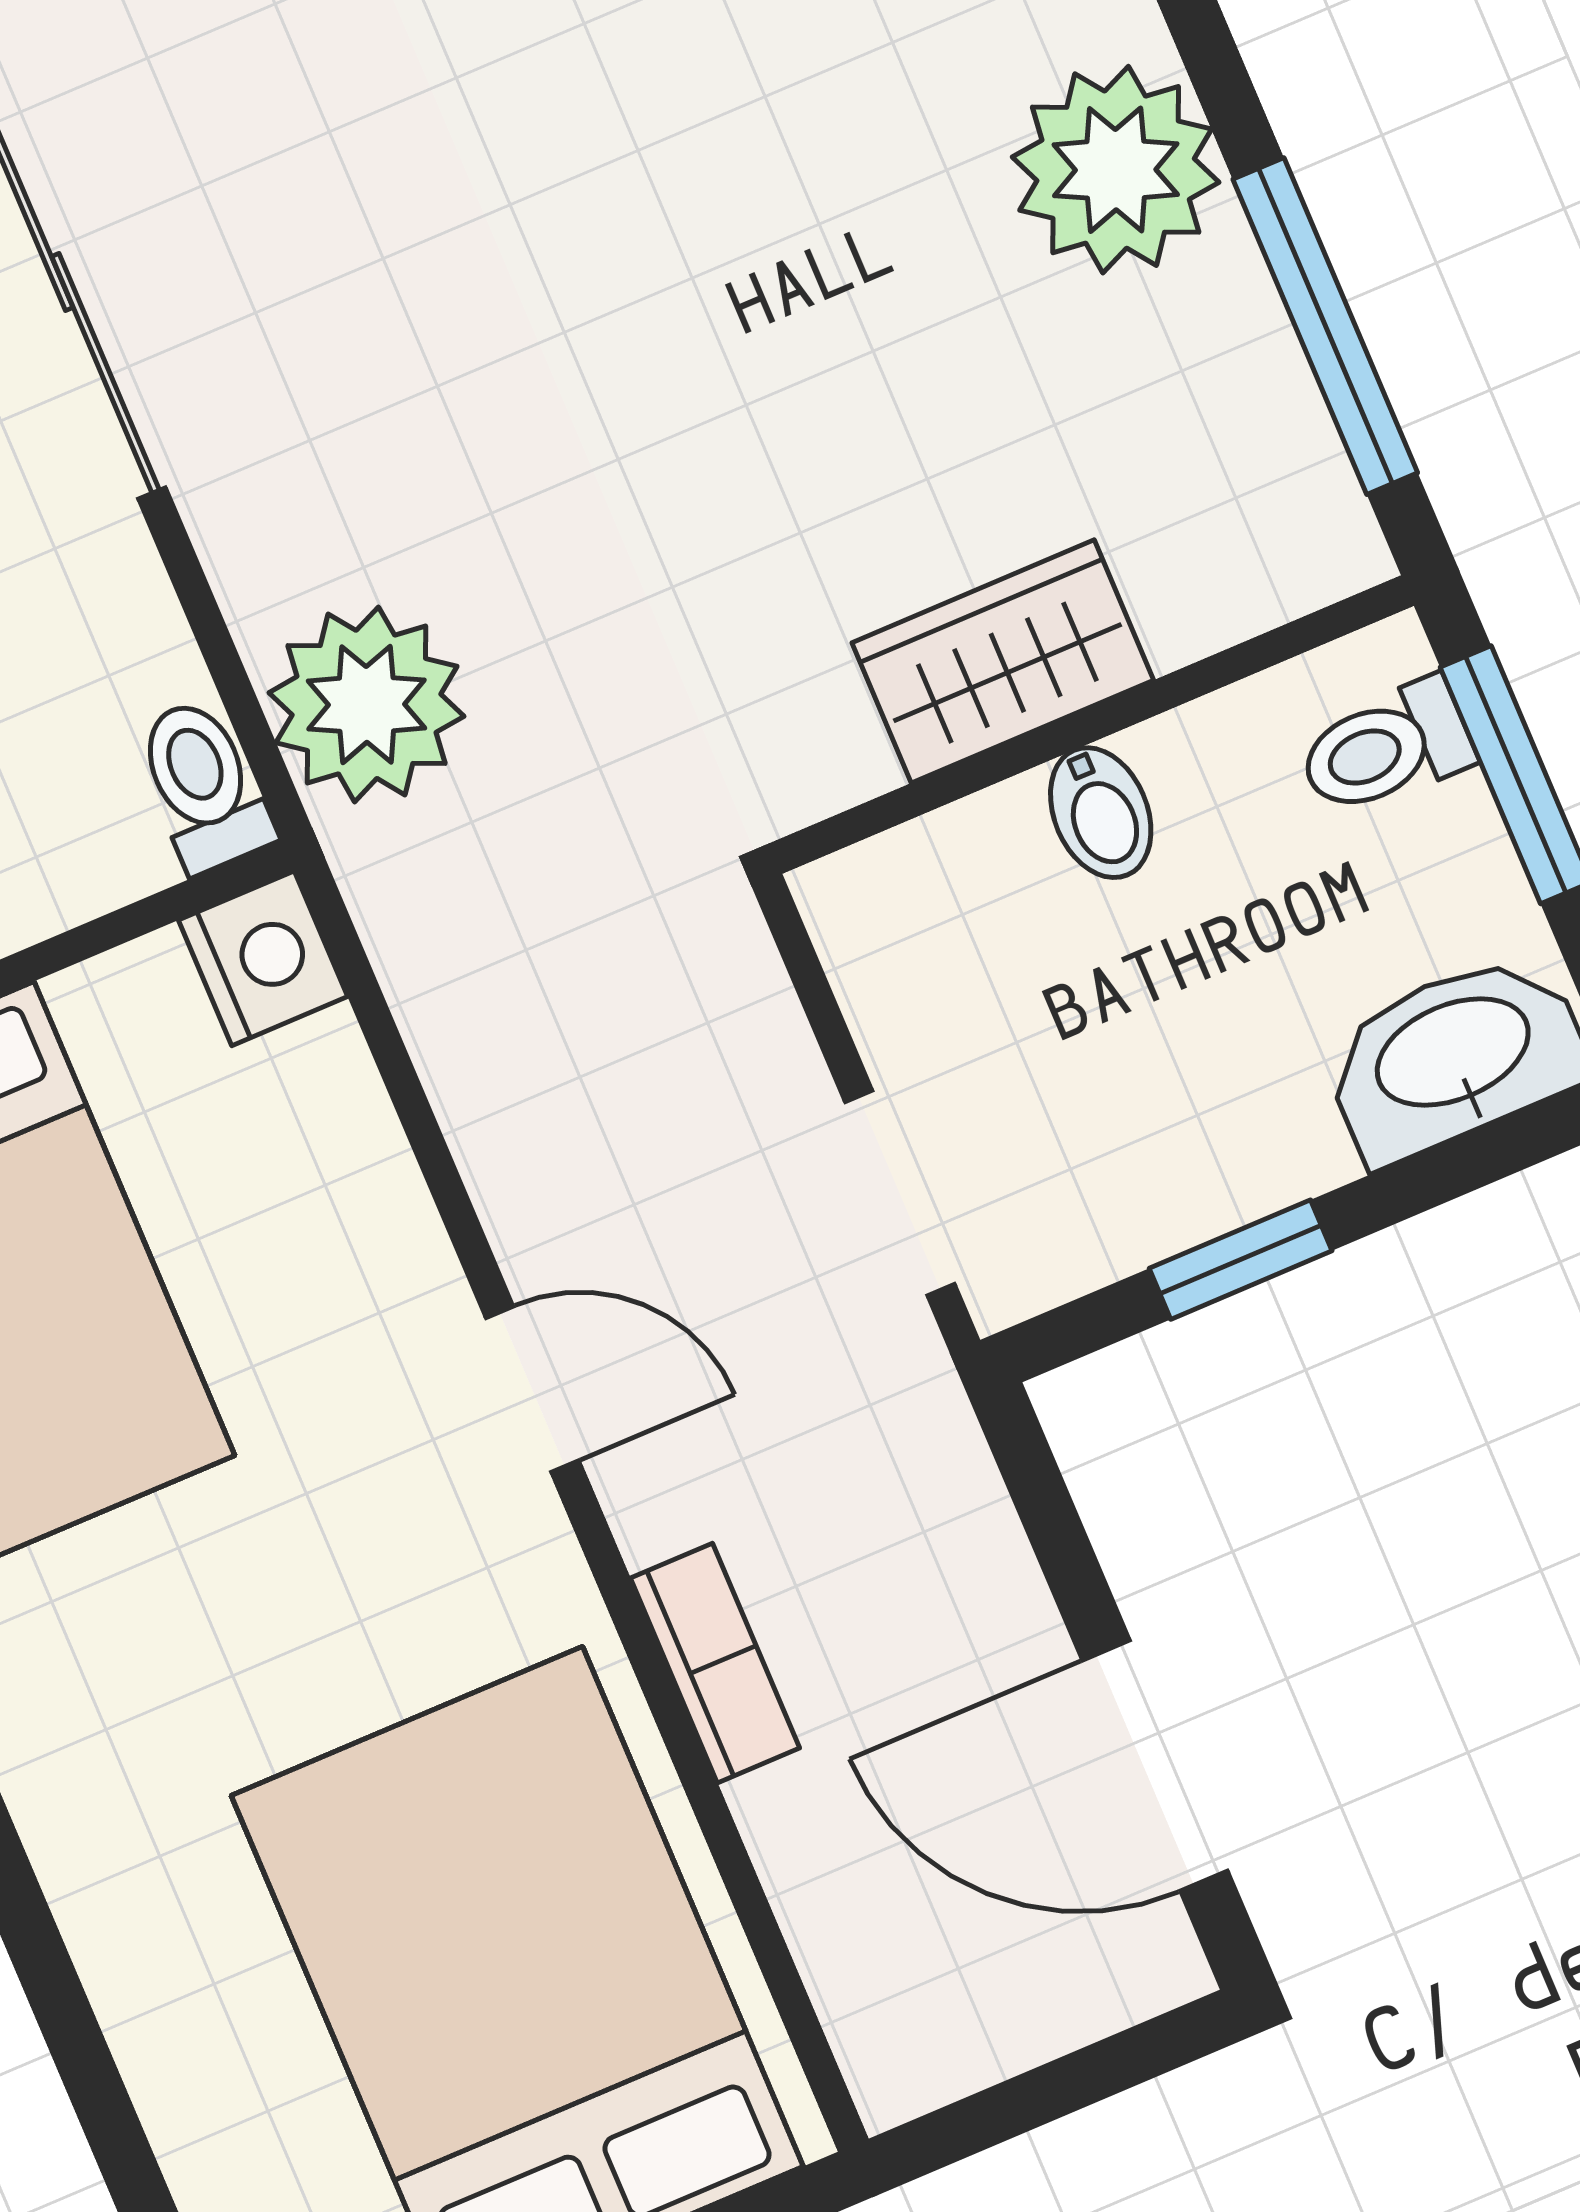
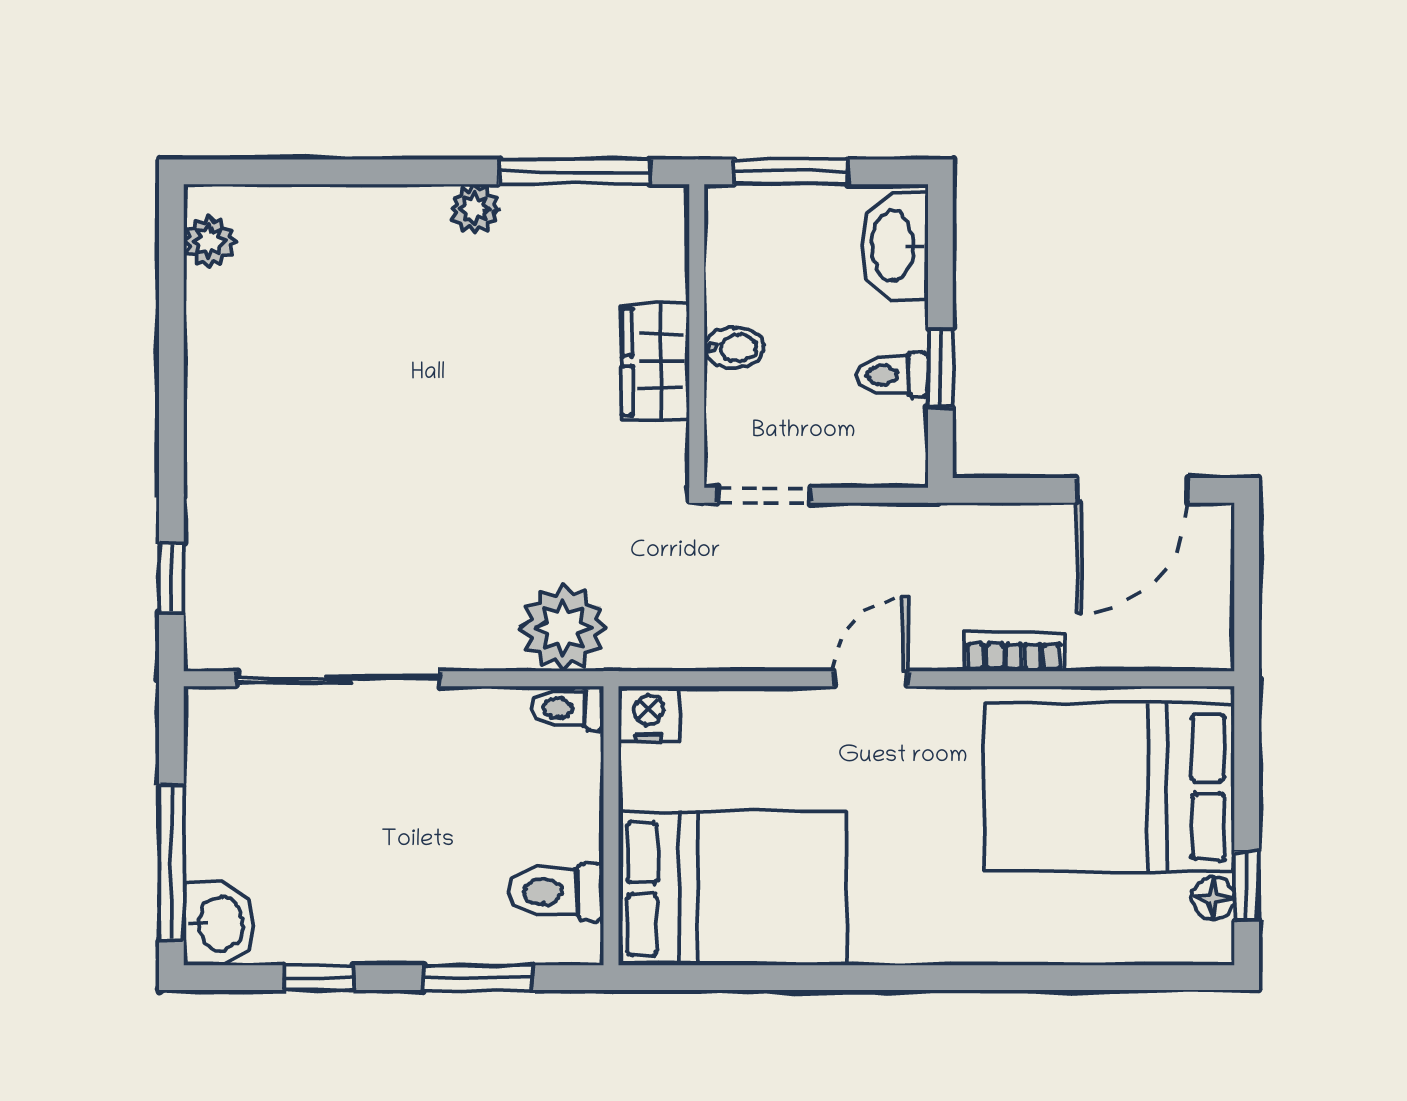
plant: (1116, 170) -> (475, 209), width x0.53, depth x0.53
toilet: (1386, 748) -> (892, 375), moved, turned 90
doorway: (900, 1193) -> (764, 495), moved

